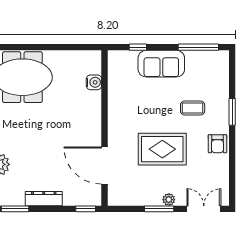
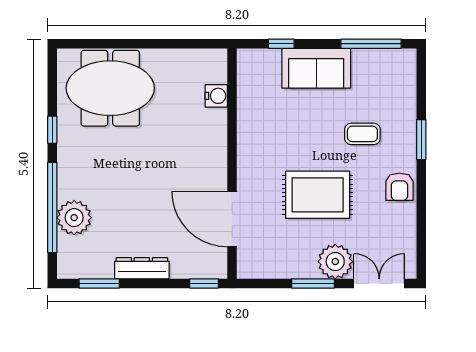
plant: (169, 200) -> (335, 262), width x1.88, depth x1.88

